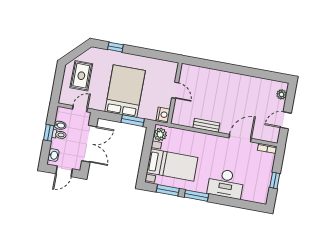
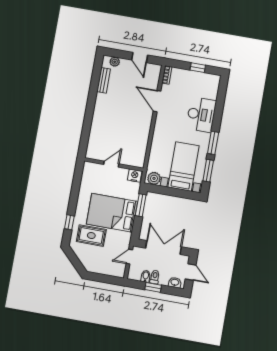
rug: (81, 76) -> (91, 236), moved
door: (80, 109) -> (129, 257), hinge flipped
bench: (206, 125) -> (104, 80), moved

